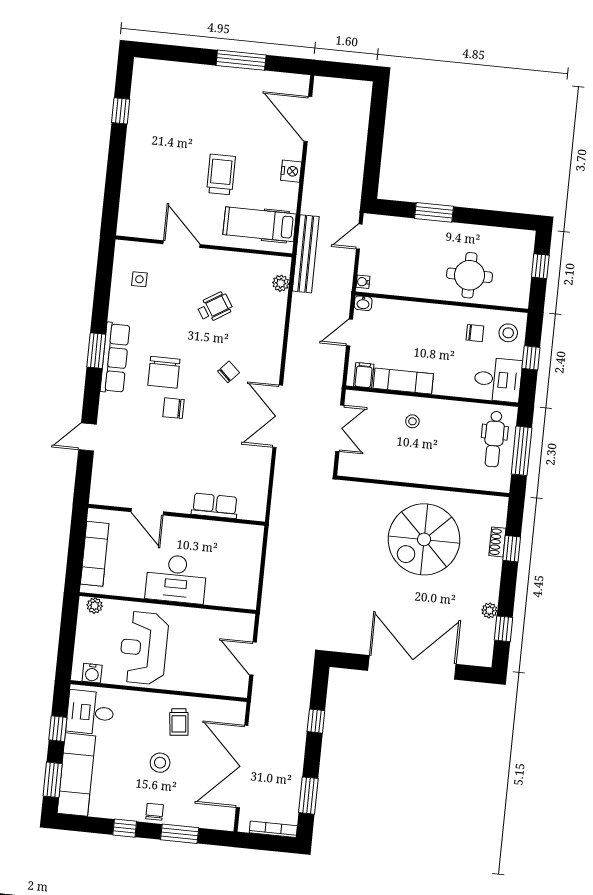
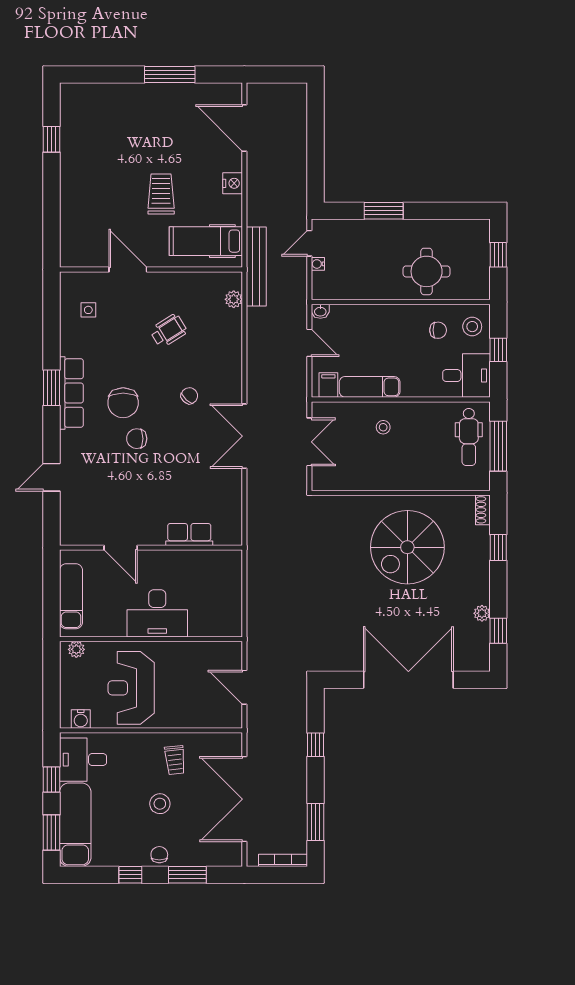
water cooler: (363, 282) -> (318, 264), moved
door: (349, 333) -> (309, 343), swing flipped
shoe rack: (497, 542) -> (483, 510), moved

